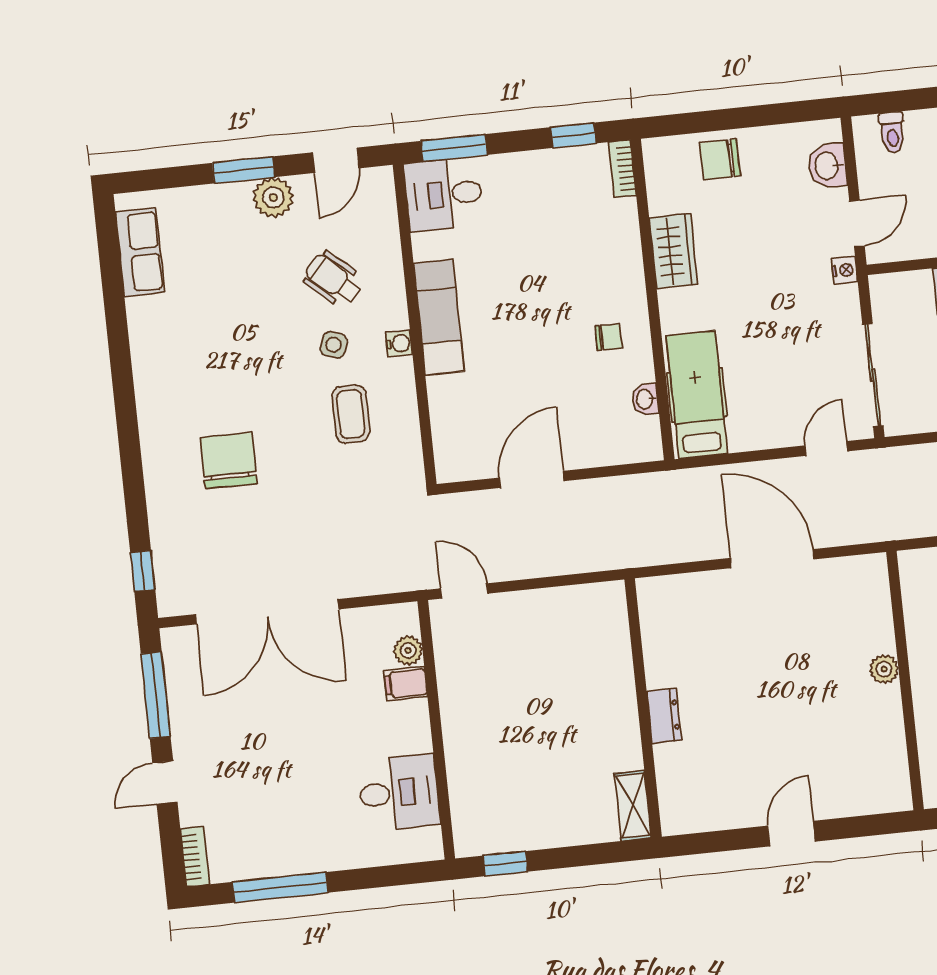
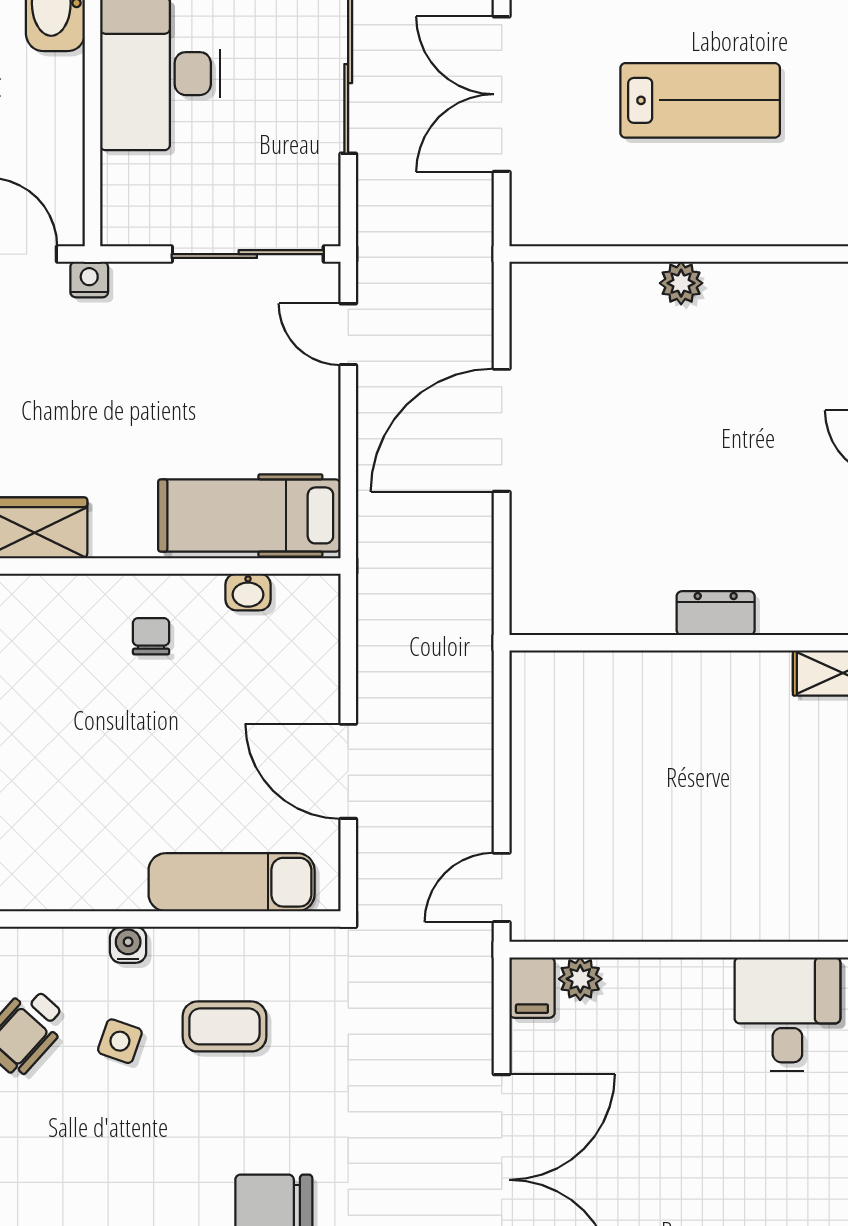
exam couch: (439, 317) -> (232, 882), moved
filing cabinet: (406, 684) -> (532, 988), moved

